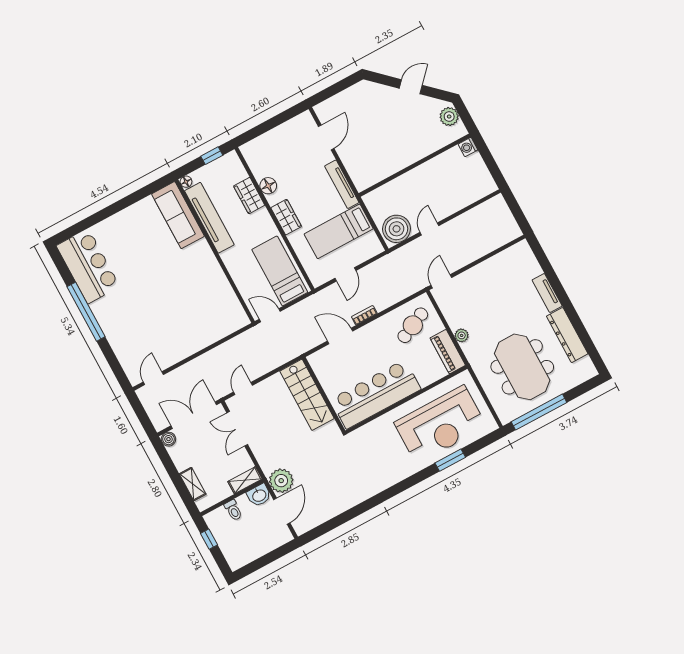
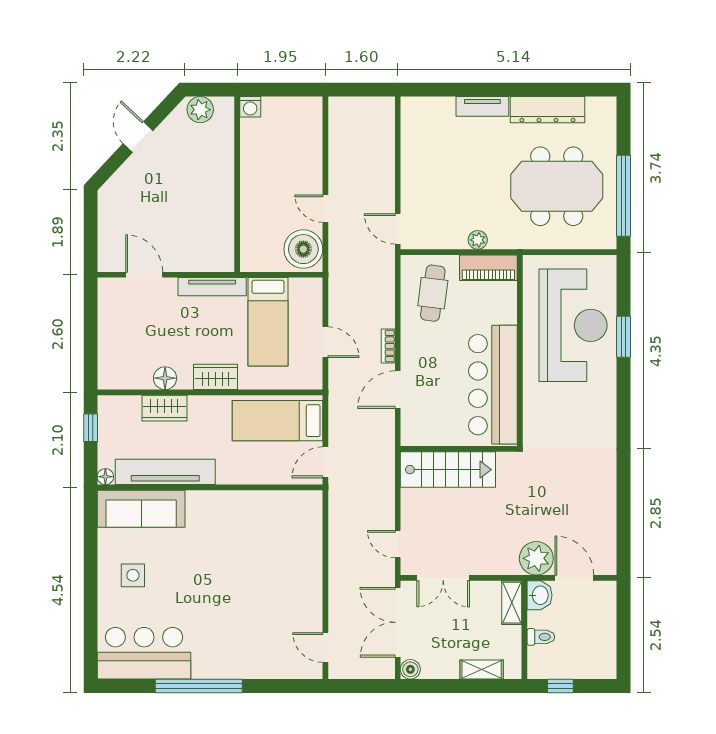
side table: (133, 233) -> (133, 575), added
cafe table: (413, 325) -> (433, 293), turned 32

